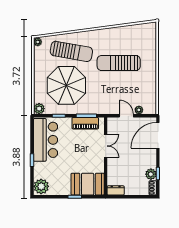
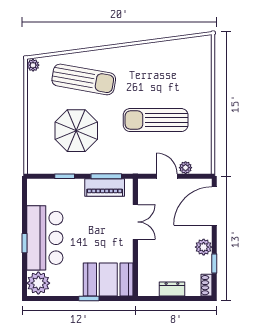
sun lounger: (119, 63) -> (156, 120), moved
parasol: (66, 85) -> (76, 131), width x0.73, depth x0.73
plant: (39, 109) -> (35, 166), removed
bar counter: (46, 140) -> (45, 238), moved
plant: (151, 174) -> (204, 247), moved
dresser: (116, 190) -> (172, 289), moved

